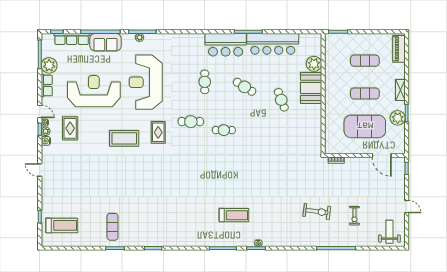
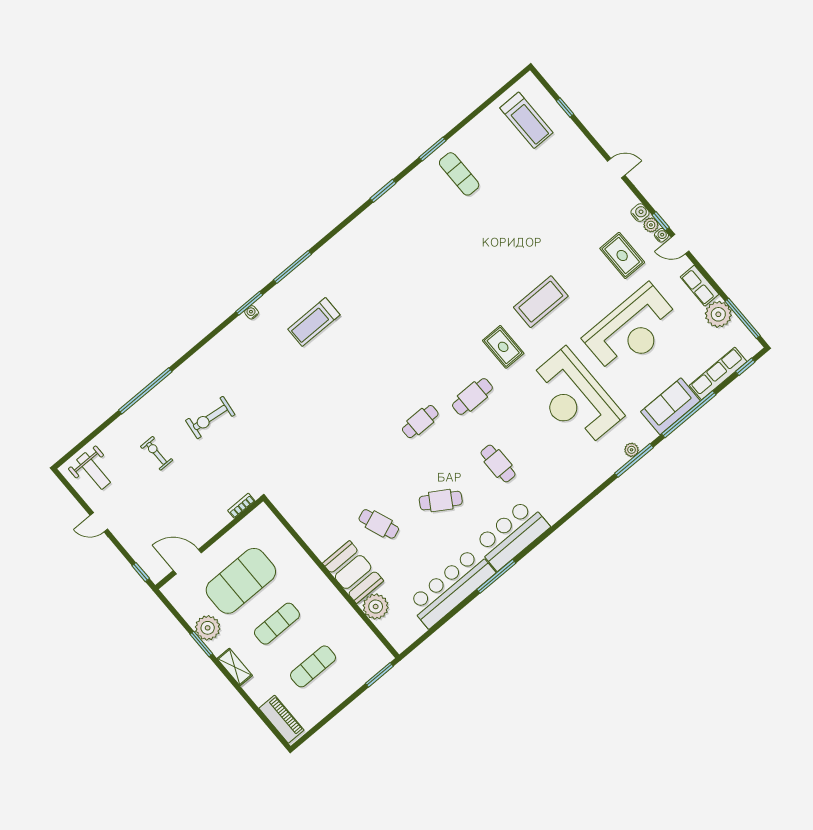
reception desk: (146, 82) -> (574, 398), turned 180
treadmill: (62, 225) -> (526, 120), turned -90

